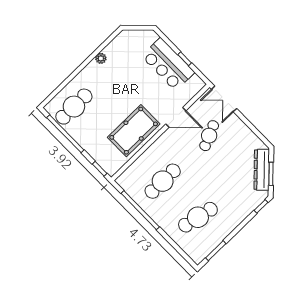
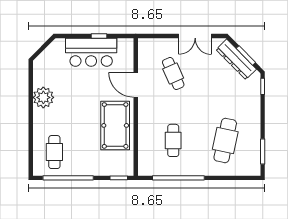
plant: (101, 58) -> (43, 97), width x1.88, depth x1.88
double door: (224, 99) -> (195, 36), moved
cafe table: (74, 107) -> (54, 152), width x0.73, depth x0.74
door: (176, 117) -> (136, 85), swing flipped
cafe table: (163, 181) -> (173, 140), width x0.73, depth x0.74

